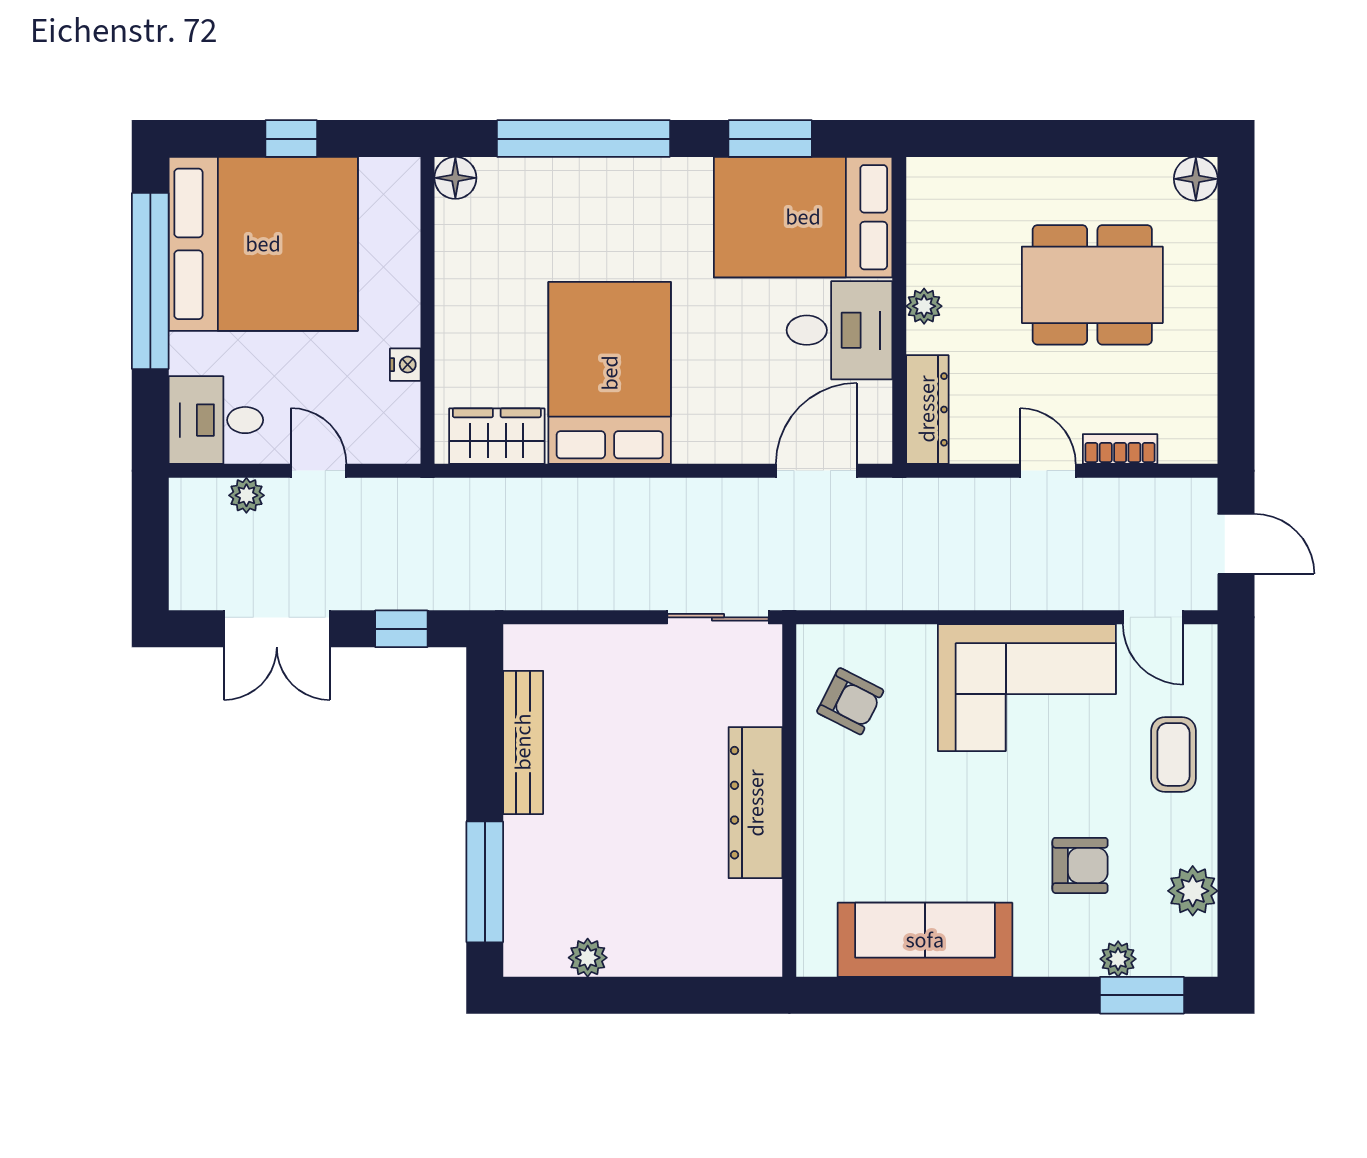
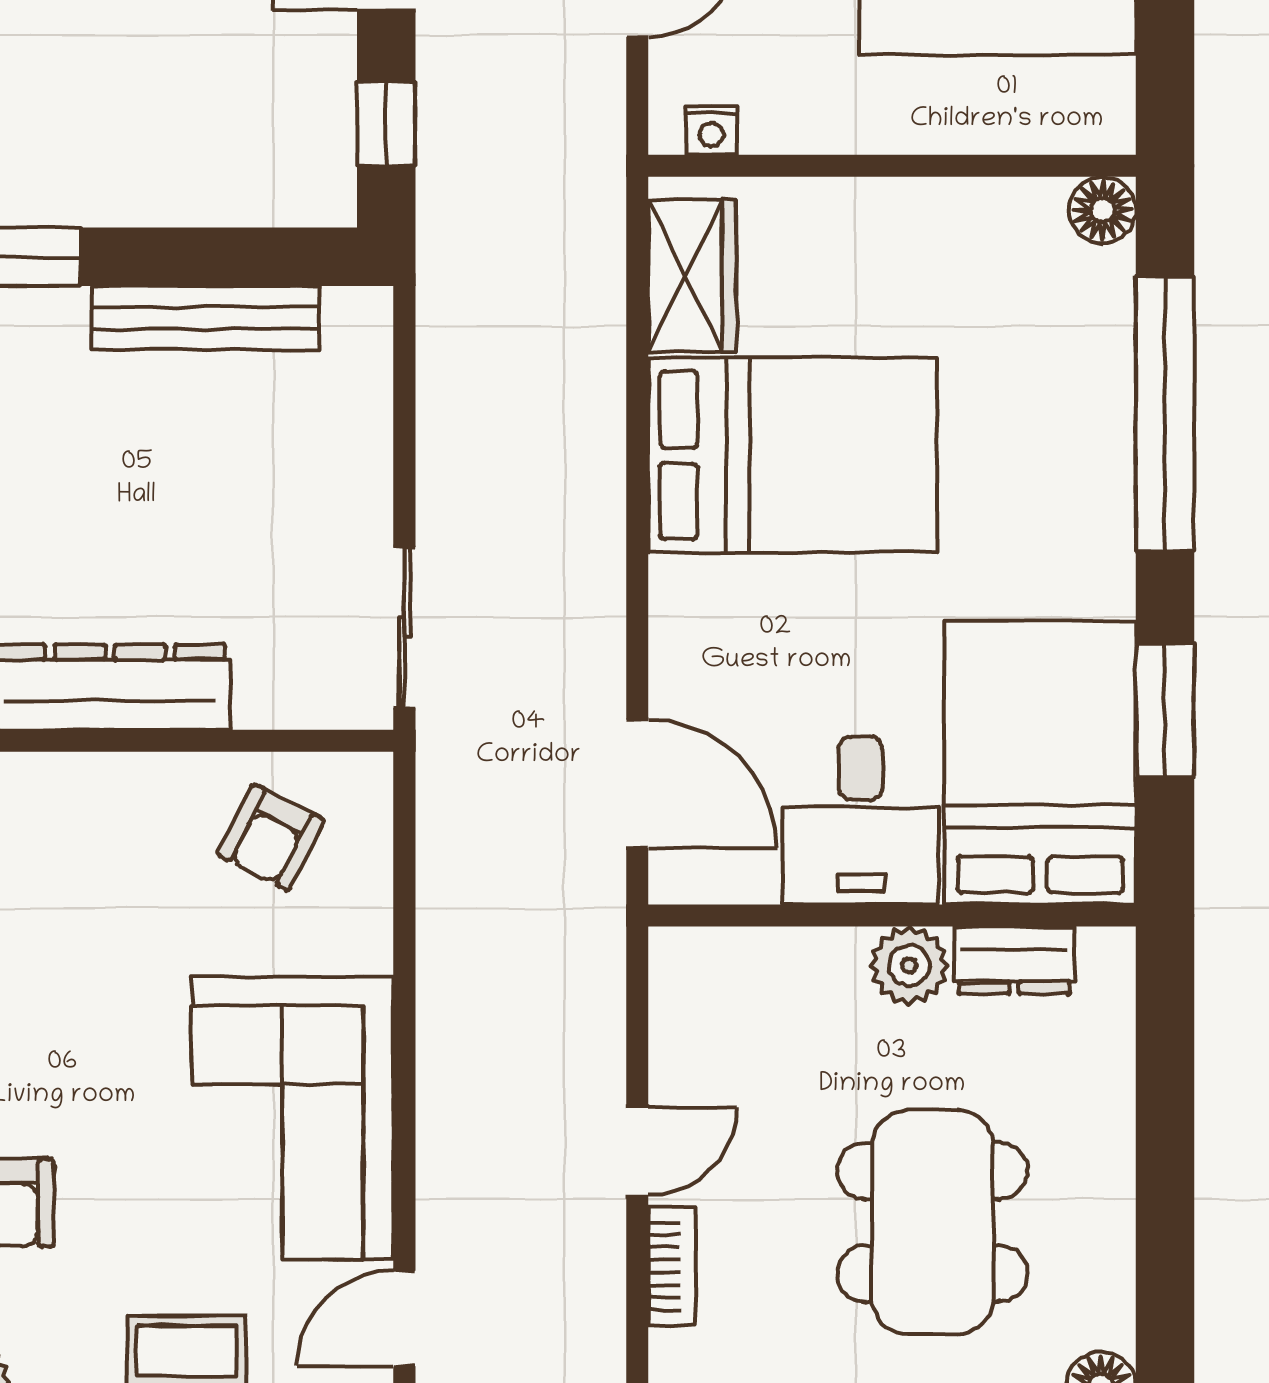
plant: (924, 306) -> (909, 965), width x1.38, depth x1.38
nightstand: (405, 365) -> (712, 130), moved
dresser: (927, 409) -> (1014, 960), moved, width x0.70

